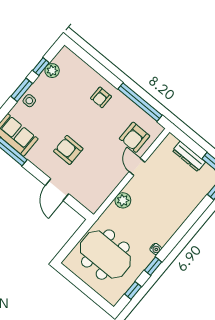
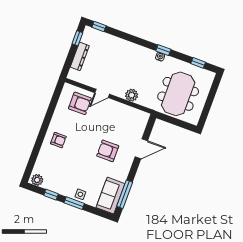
plant: (52, 71) -> (37, 180), moved
window: (140, 102) -> (51, 109), removed
armchair: (68, 150) -> (108, 151), turned 90
window: (153, 266) -> (163, 50), moved

